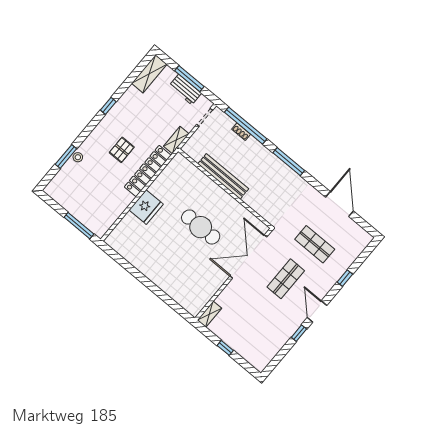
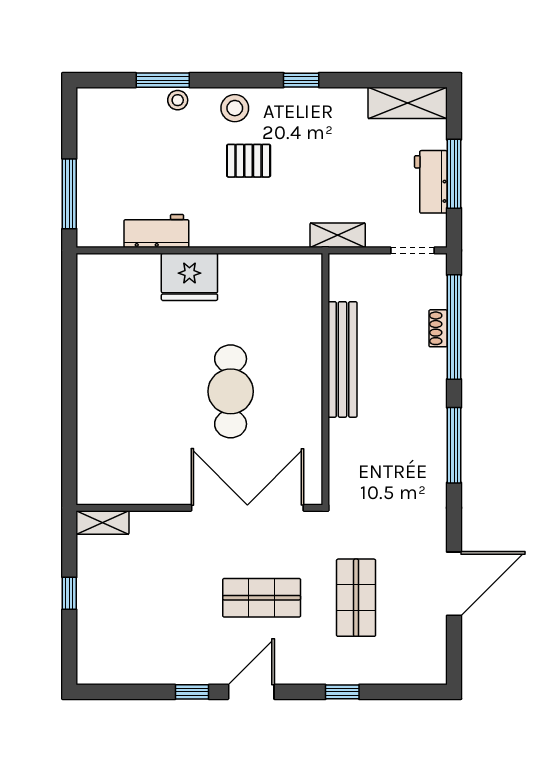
stool: (98, 139) -> (235, 108), added
locker: (148, 171) -> (249, 231), removed
workbench: (119, 205) -> (156, 231), added

